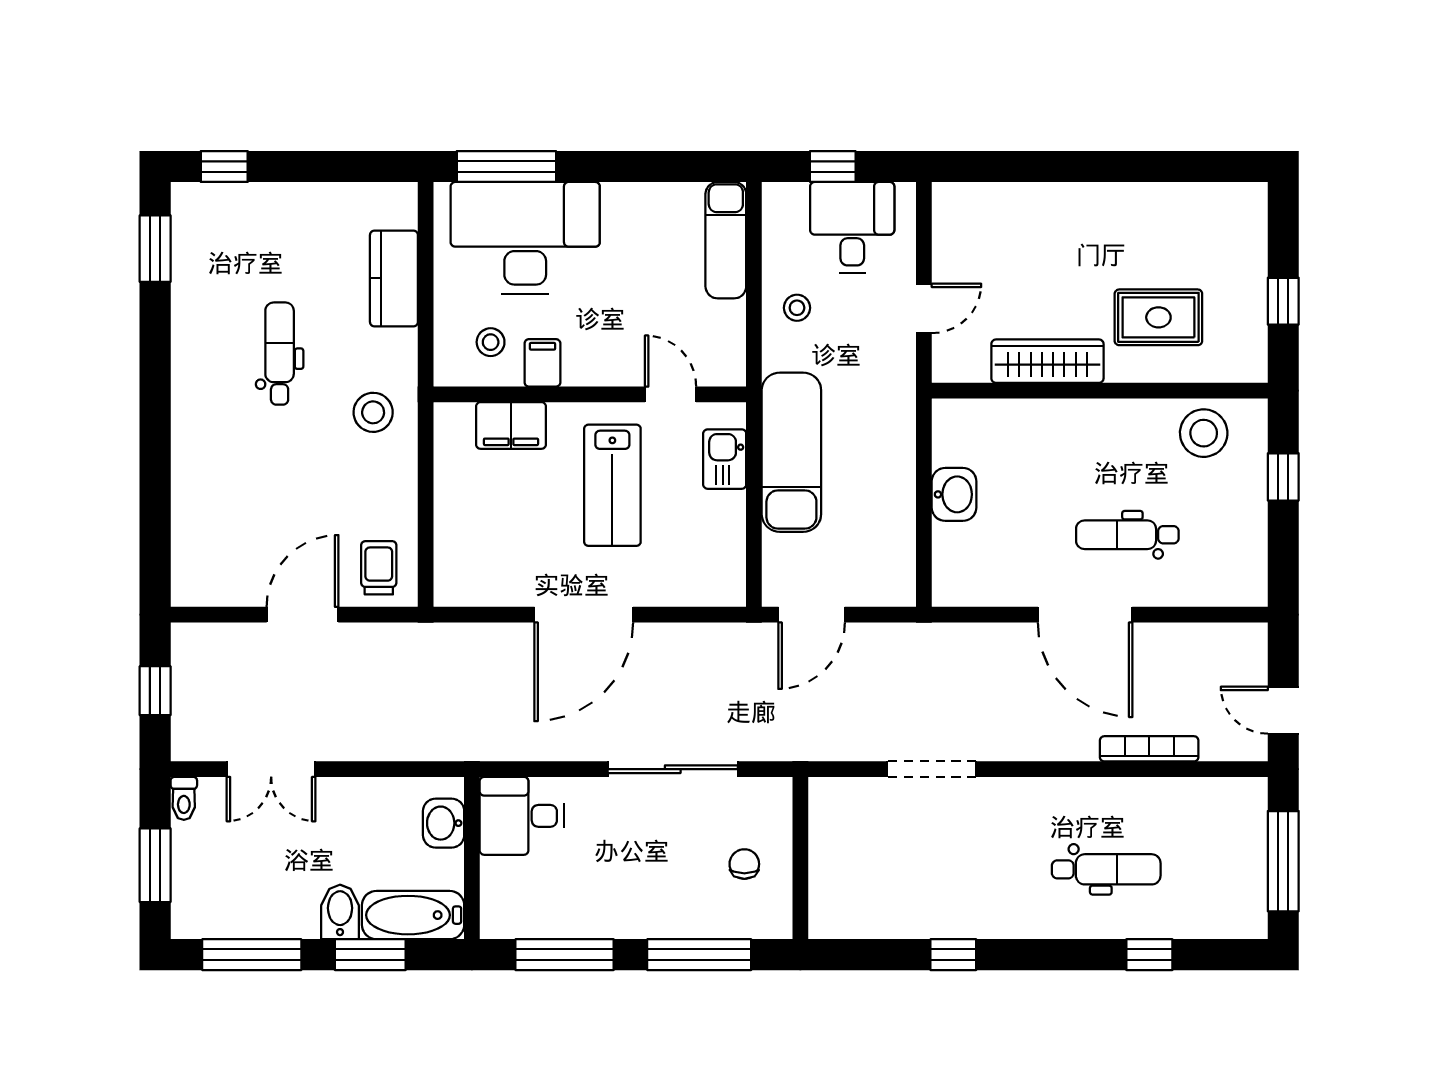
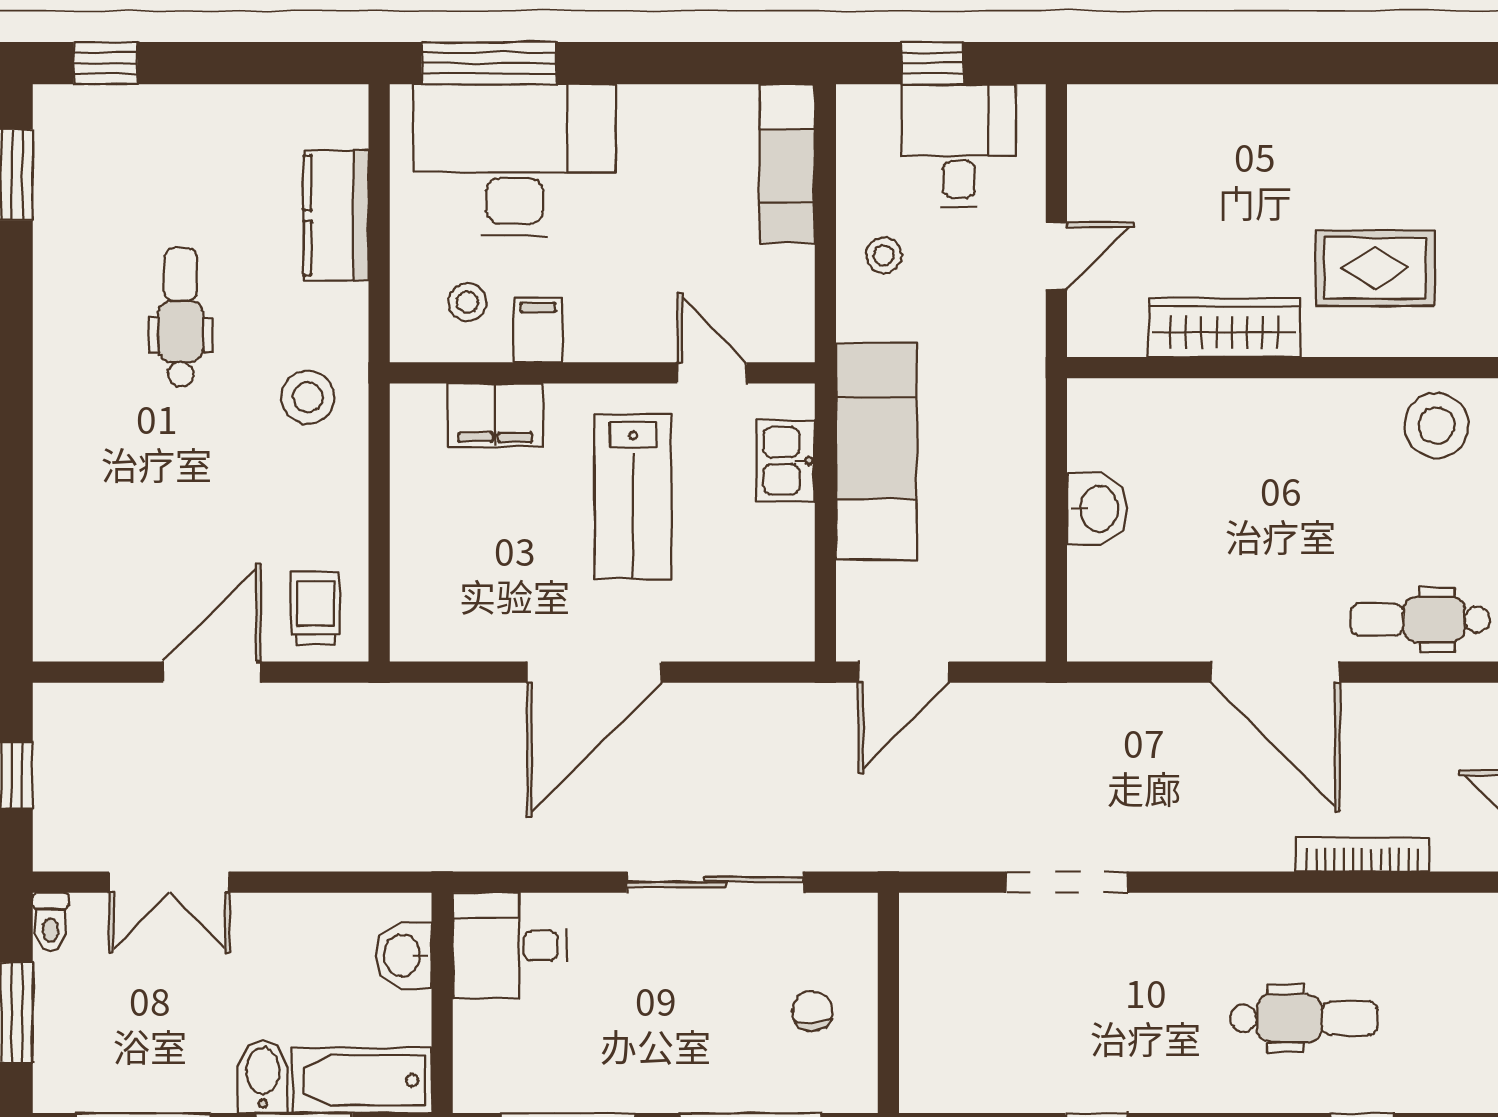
dental chair: (1127, 535) -> (1420, 619), moved

